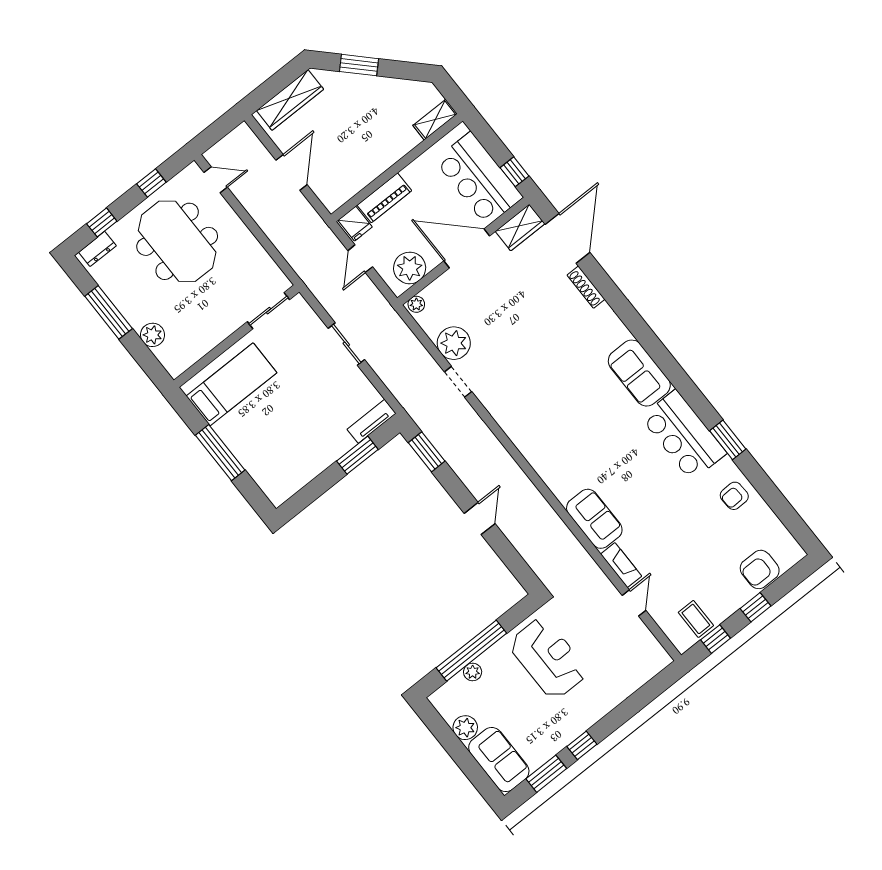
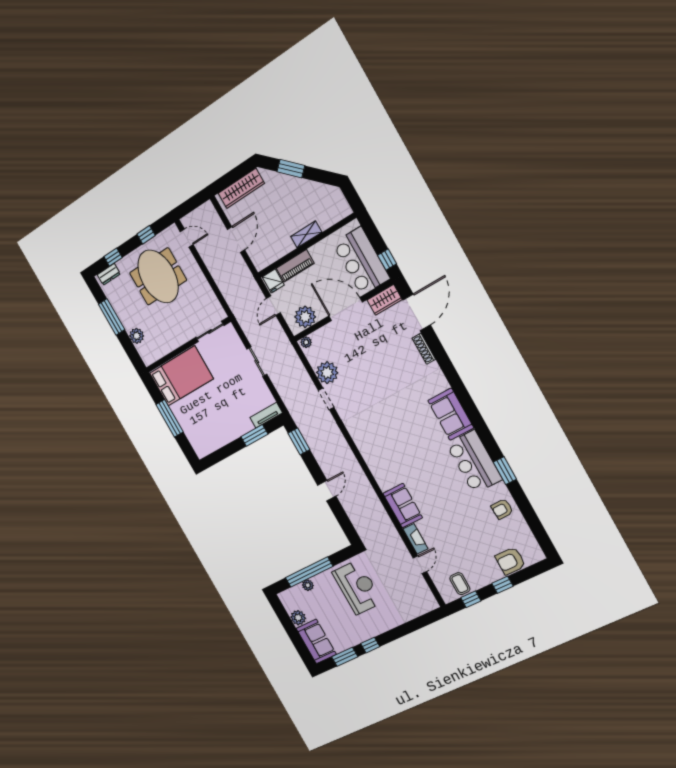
shelving: (435, 120) -> (306, 234), moved
bed: (231, 384) -> (181, 376), width x1.50

